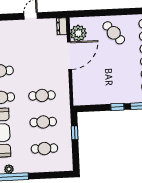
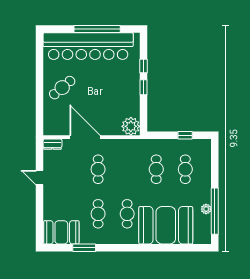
plant: (78, 33) -> (131, 126), moved
cafe table: (42, 95) -> (98, 169), moved
window: (75, 133) -> (185, 135), moved

